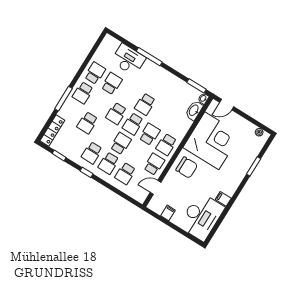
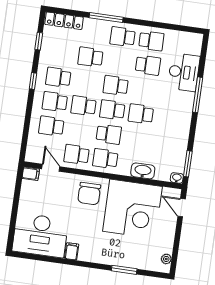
washbasin: (194, 110) -> (143, 171), moved
school desk: (121, 144) -> (84, 106), turned 180
school desk: (154, 164) -> (77, 155), turned 180
filing cabinet: (168, 213) -> (31, 174), moved

